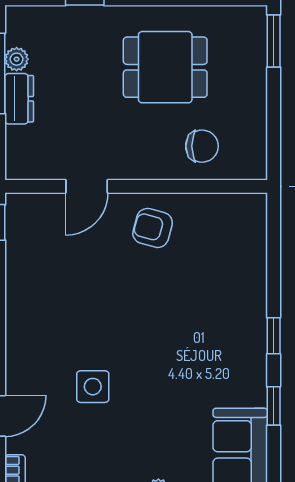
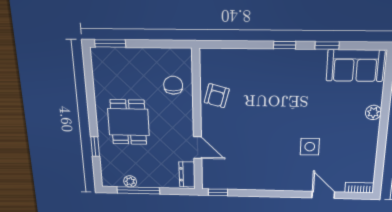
dining table: (165, 67) -> (128, 122), moved
dresser: (19, 99) -> (187, 174), moved, turned -90
armchair: (153, 228) -> (217, 96), moved

